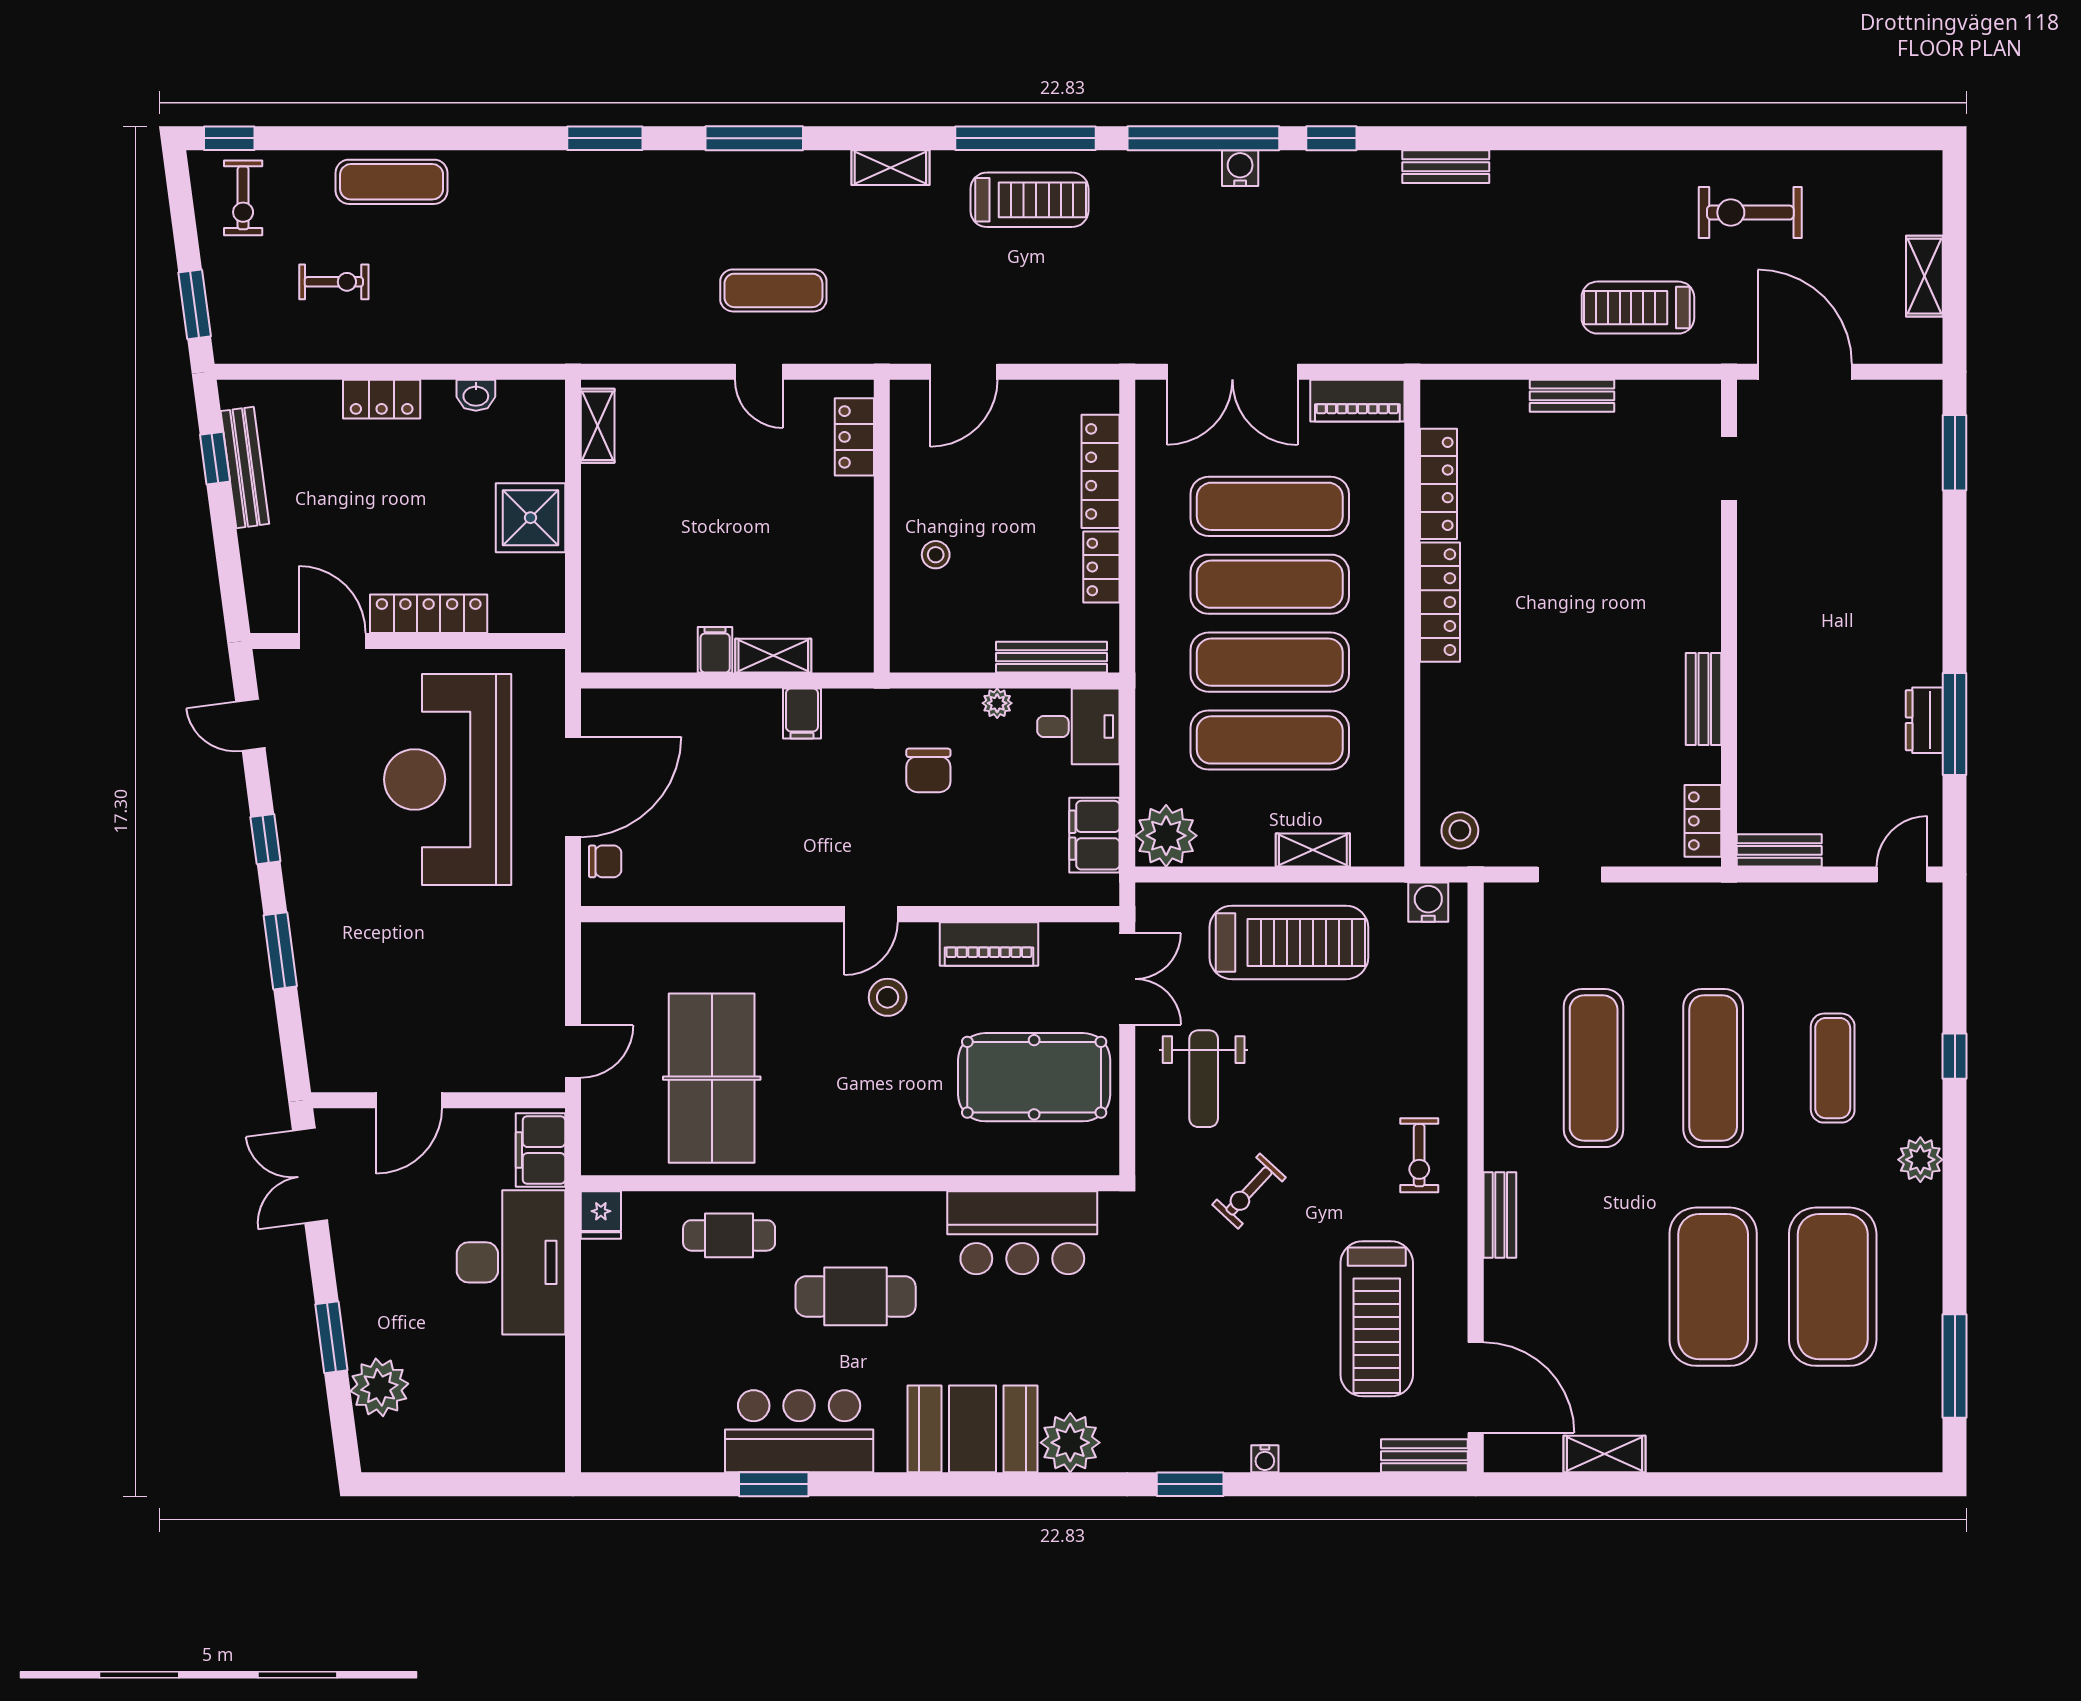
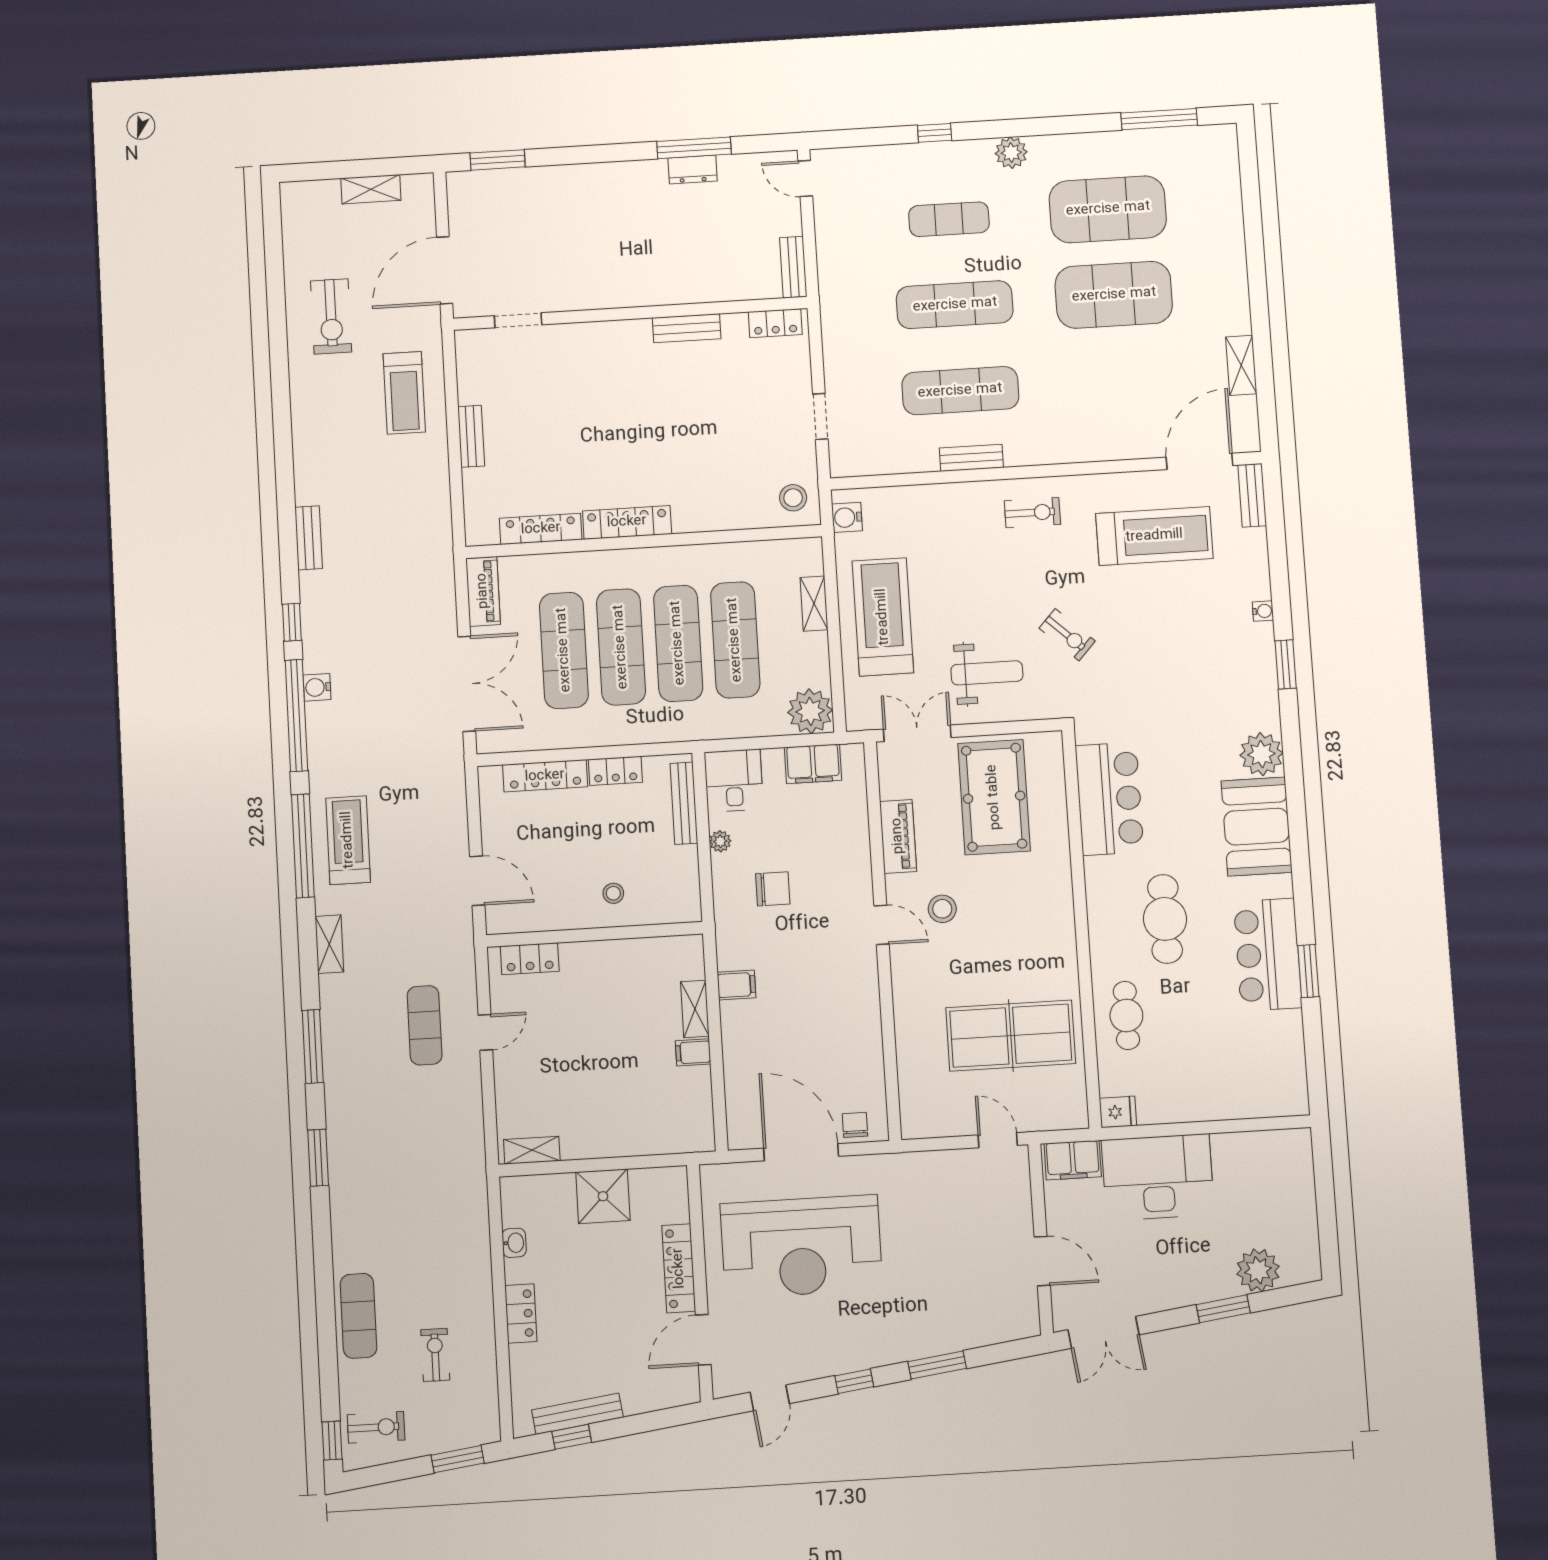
bench: (1500, 1215) -> (971, 458), moved

